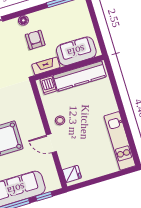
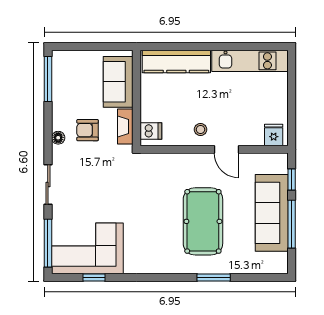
kitchen counter: (80, 76) -> (176, 61), moved, turned 90
door: (51, 143) -> (227, 149), hinge flipped

